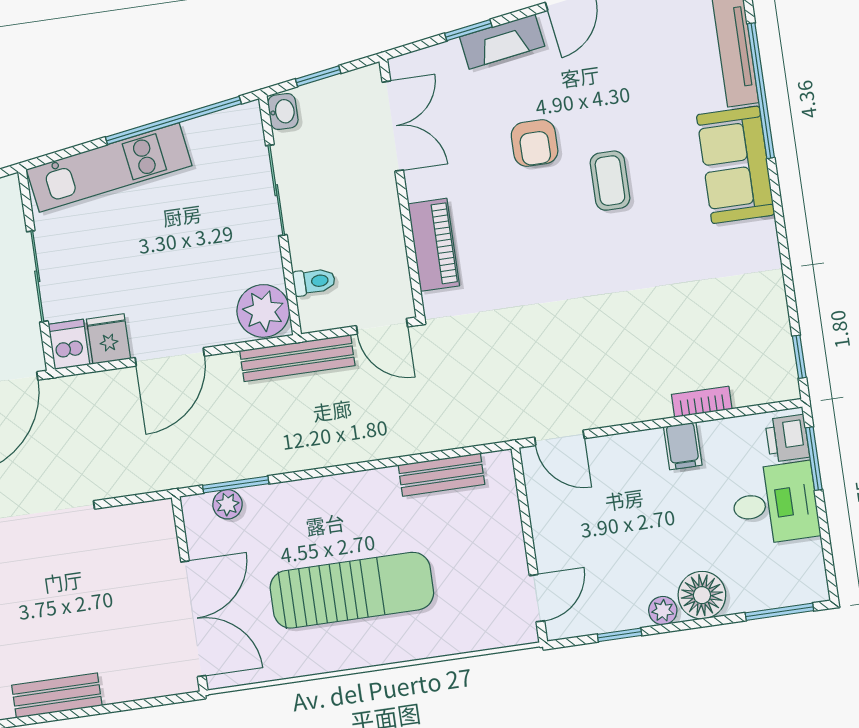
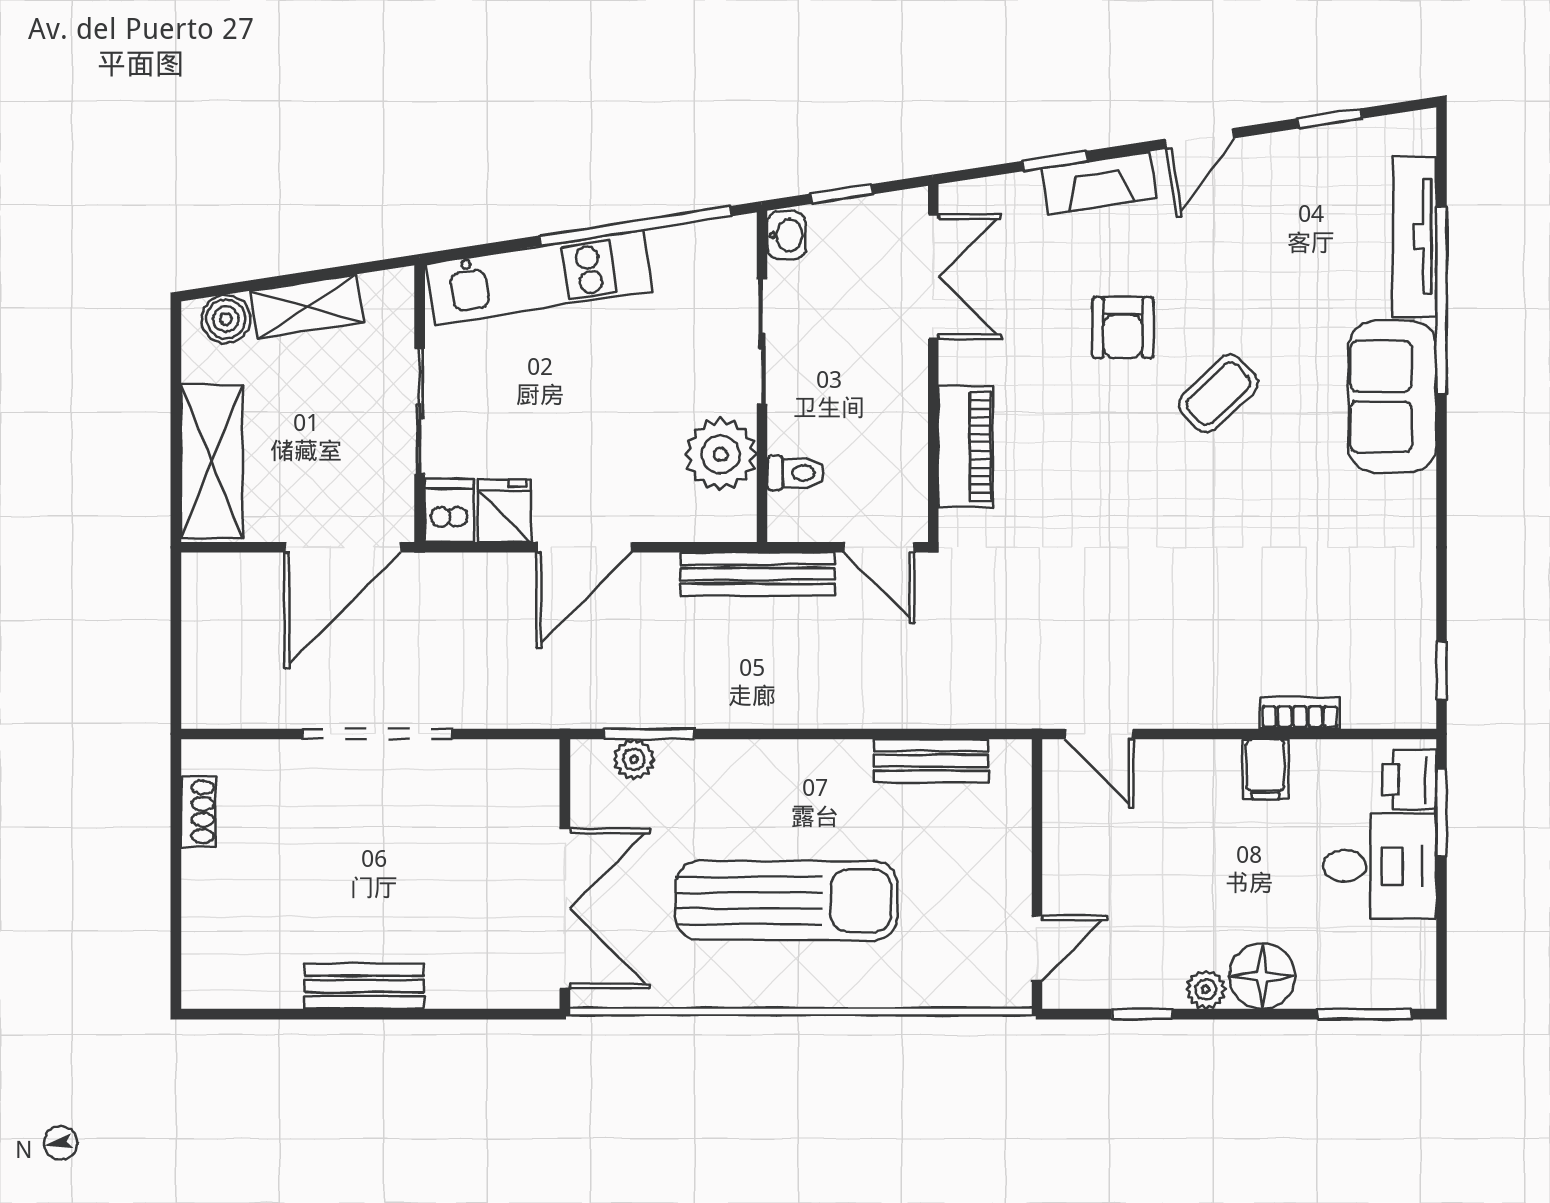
coffee table: (610, 181) -> (1218, 394), turned 46
plant: (263, 311) -> (721, 455), moved

